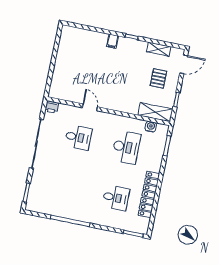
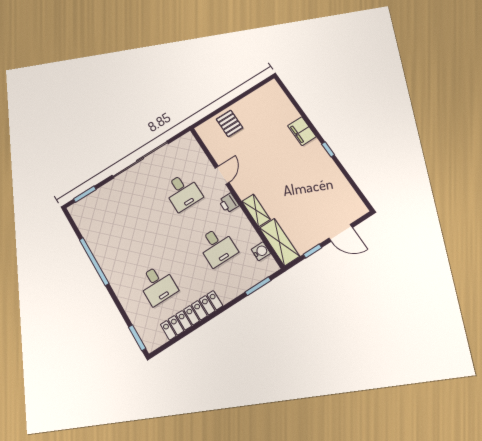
filing cabinet: (113, 41) -> (302, 131), width x2.00
shelving: (159, 49) -> (256, 210), moved
door: (184, 64) -> (341, 233), moved
pallet: (158, 78) -> (229, 123), moved, turned 90
printer: (52, 107) -> (229, 203), moved
desk: (126, 147) -> (217, 247), width x0.73

